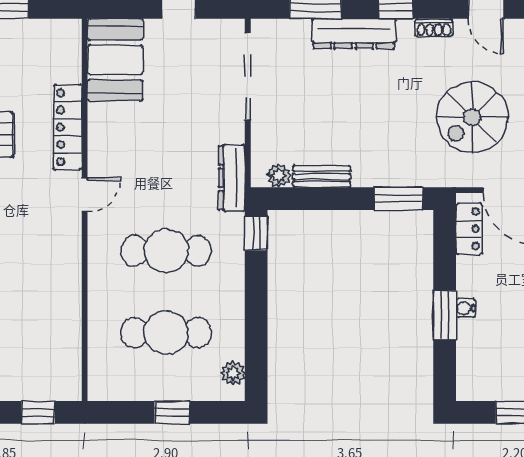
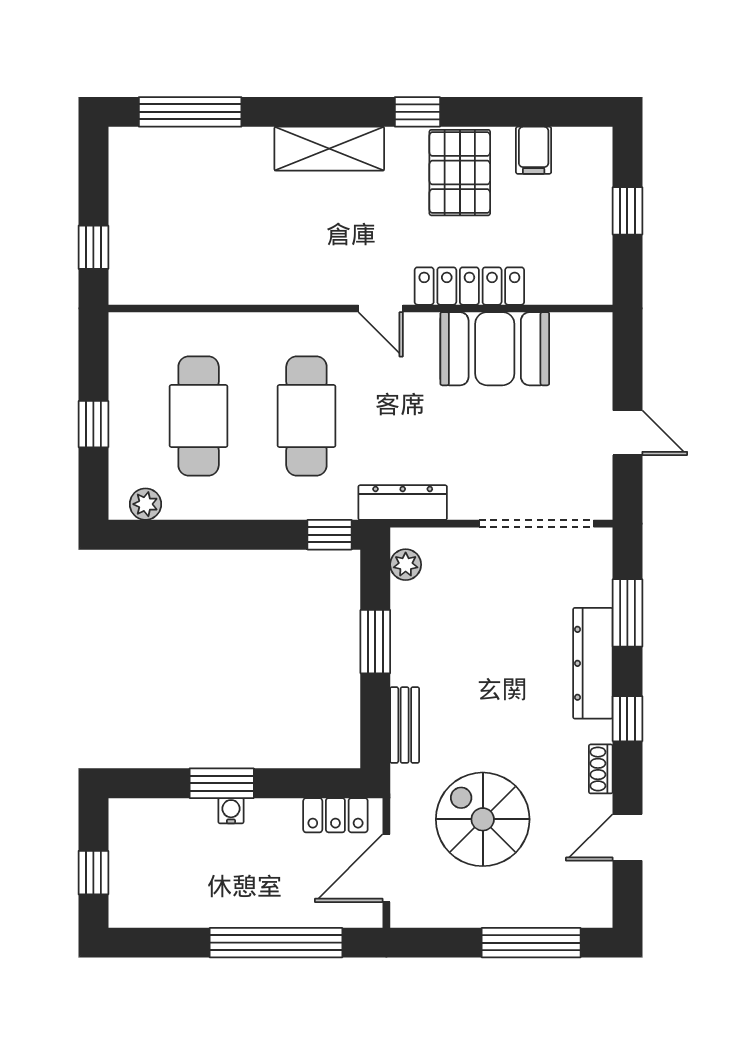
booth: (115, 60) -> (495, 349), moved
bench: (322, 176) -> (405, 725), moved
window: (399, 199) -> (375, 642), moved

